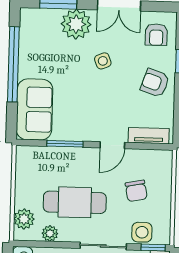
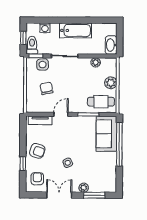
plant: (76, 24) -> (84, 188), width x0.53, depth x0.53
window: (13, 64) -> (119, 144), moved
cafe table: (75, 202) -> (101, 102), moved, width x0.73, depth x0.74
plant: (24, 219) -> (111, 83), moved

